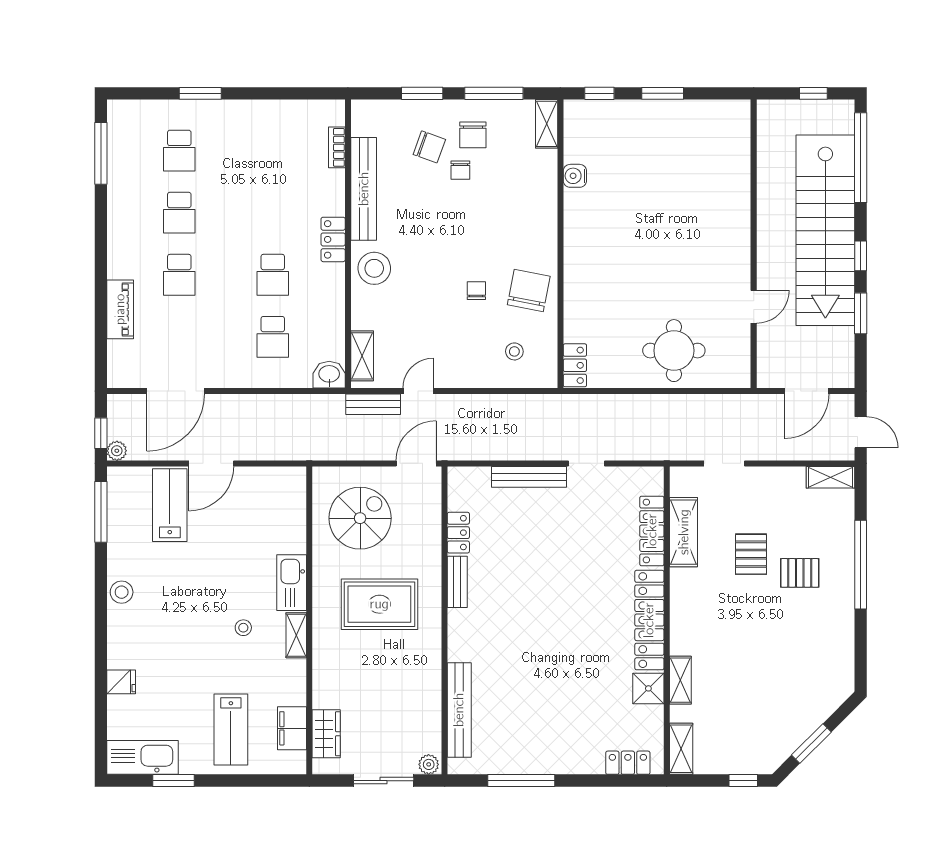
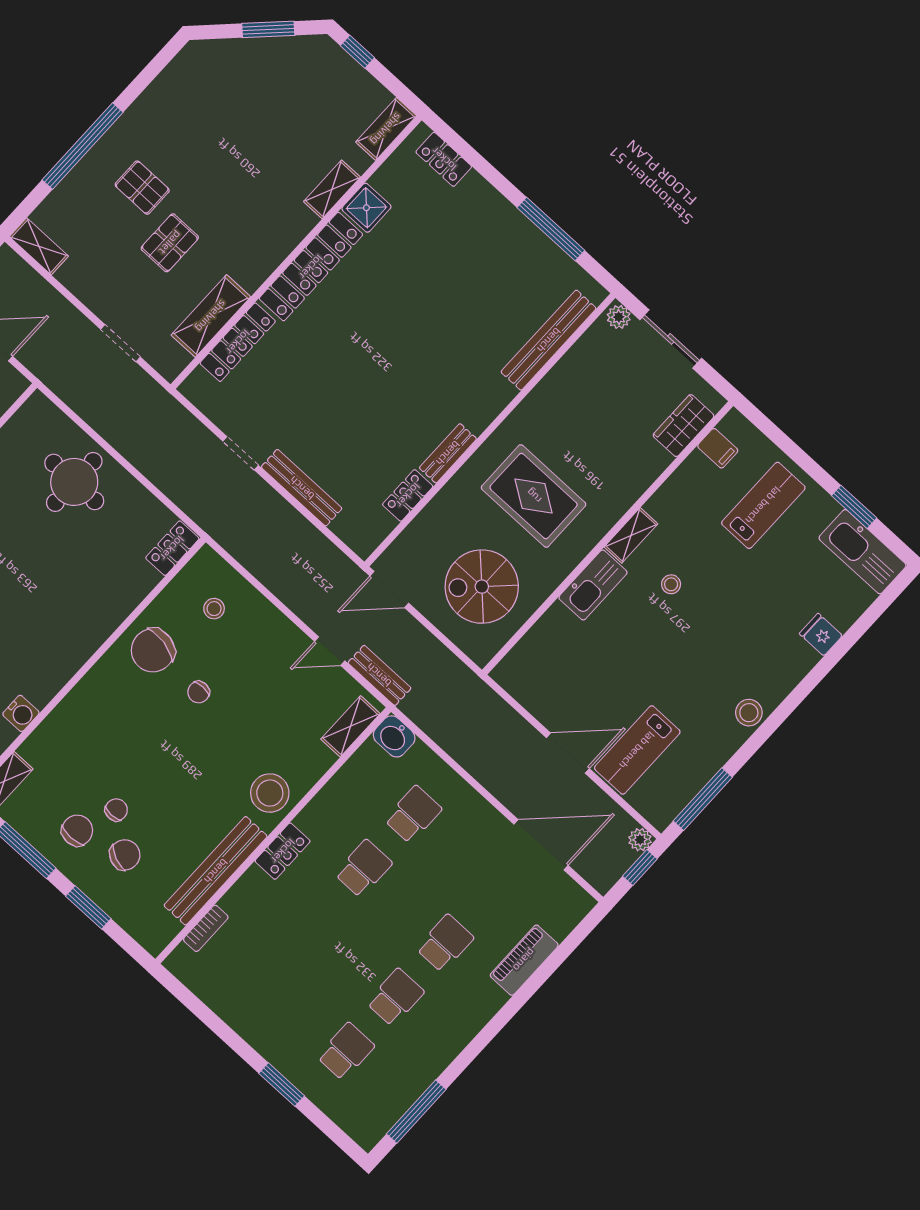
chair: (429, 147) -> (125, 855), turned 93
filing cabinet: (292, 728) -> (718, 448), width x0.50

